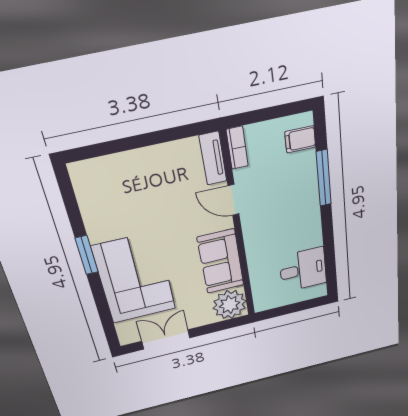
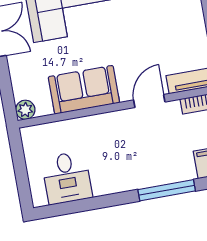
plant: (230, 305) -> (25, 110), width x0.53, depth x0.53

